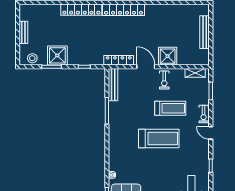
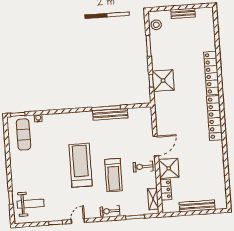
shower: (57, 55) -> (163, 81), moved
locker: (119, 60) -> (166, 190), moved, width x0.66
bench: (113, 85) -> (110, 114), moved
door: (211, 133) -> (78, 221), moved
treadmill: (159, 138) -> (81, 165), turned 180

